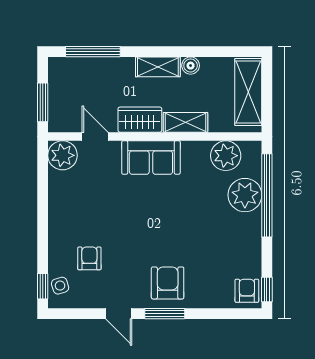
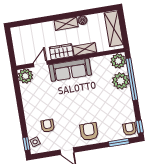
window: (93, 52) -> (32, 21), removed
window: (43, 102) -> (11, 51), removed
door: (95, 136) -> (40, 64), hinge flipped
plant: (226, 156) -> (118, 61), moved
sofa: (151, 158) -> (70, 70), width x1.36
window: (165, 314) -> (119, 143), moved

